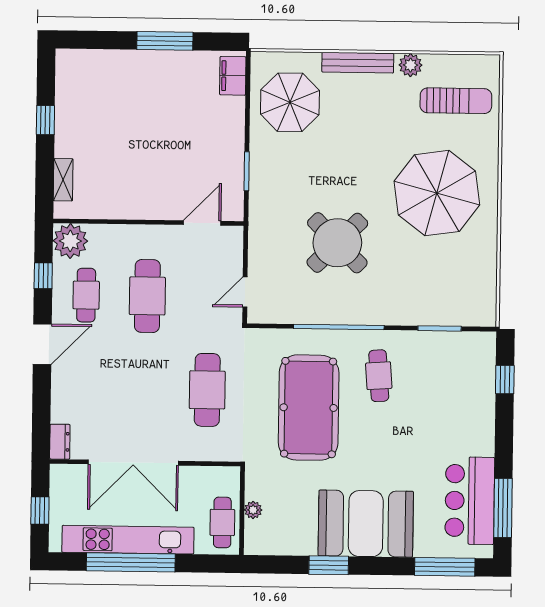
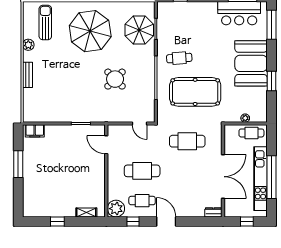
bench: (358, 63) -> (28, 75), width x0.73
parasol: (290, 102) -> (139, 30), moved
round table: (337, 243) -> (115, 79), width x0.73, depth x0.73

